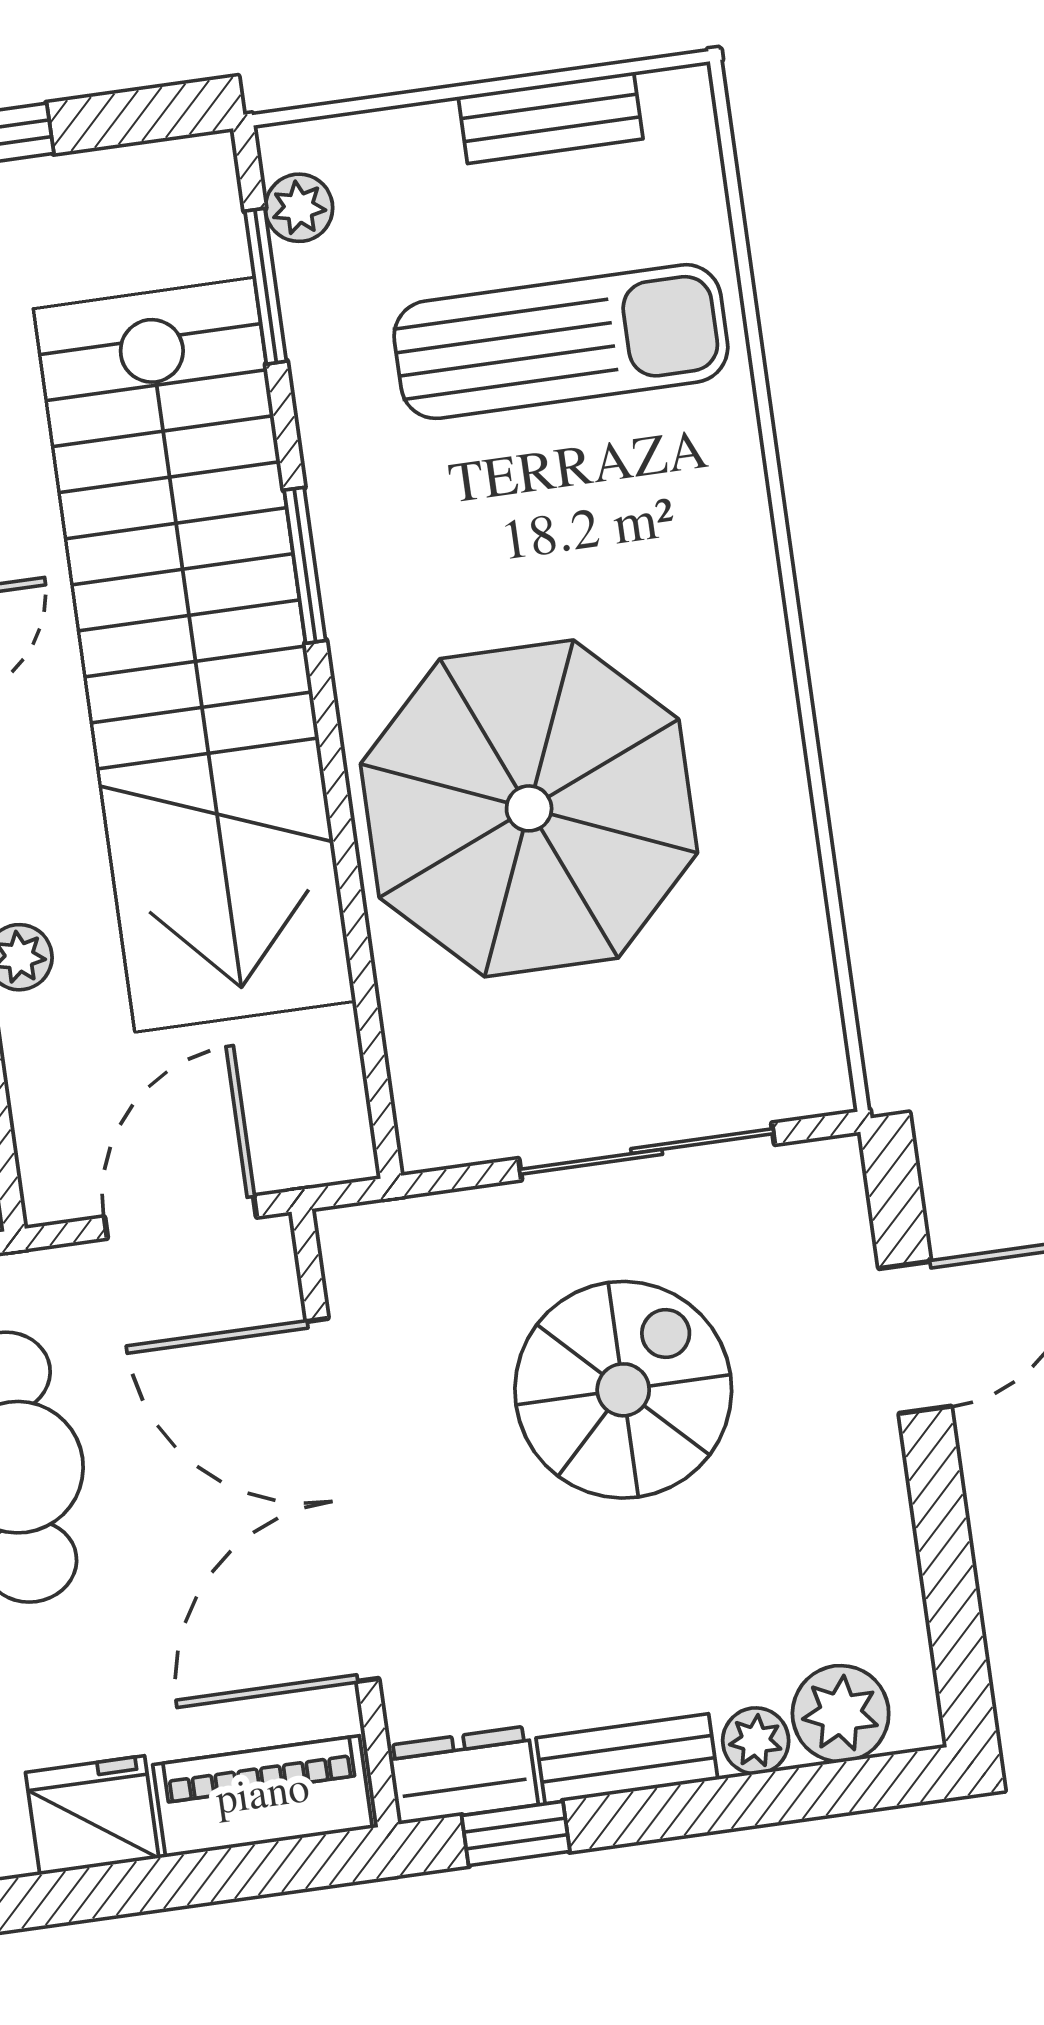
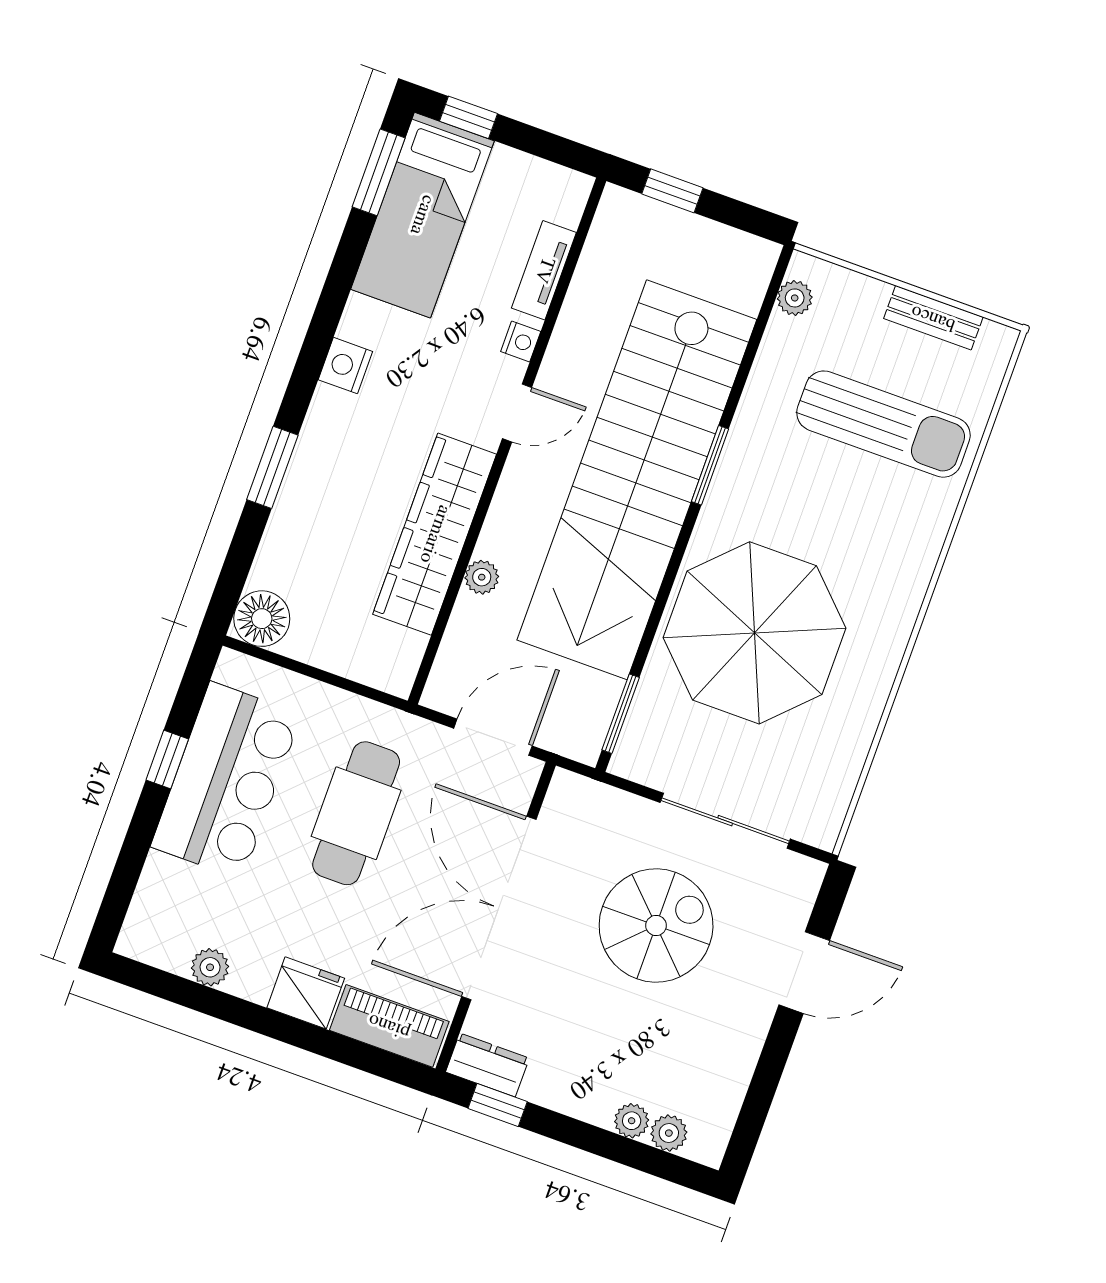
window: (266, 286) -> (621, 714), moved
plant: (841, 1714) -> (669, 1133), width x0.73, depth x0.73
bench: (627, 1759) -> (568, 1098), removed

